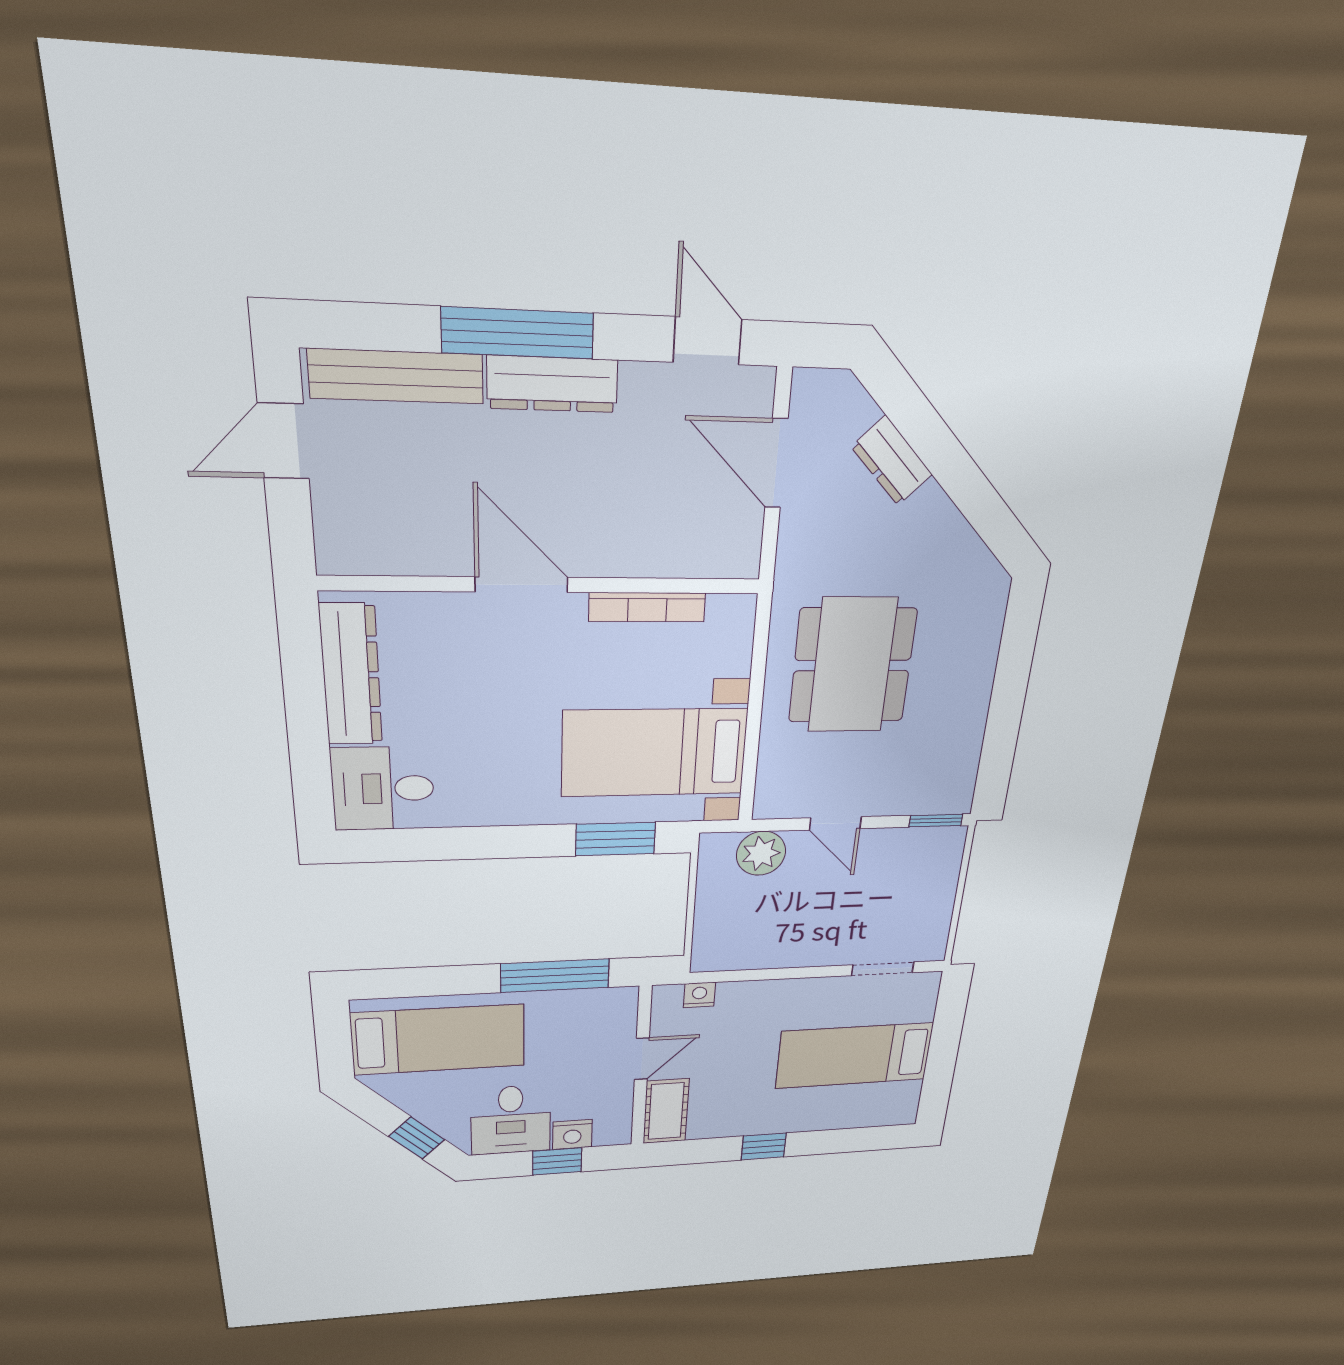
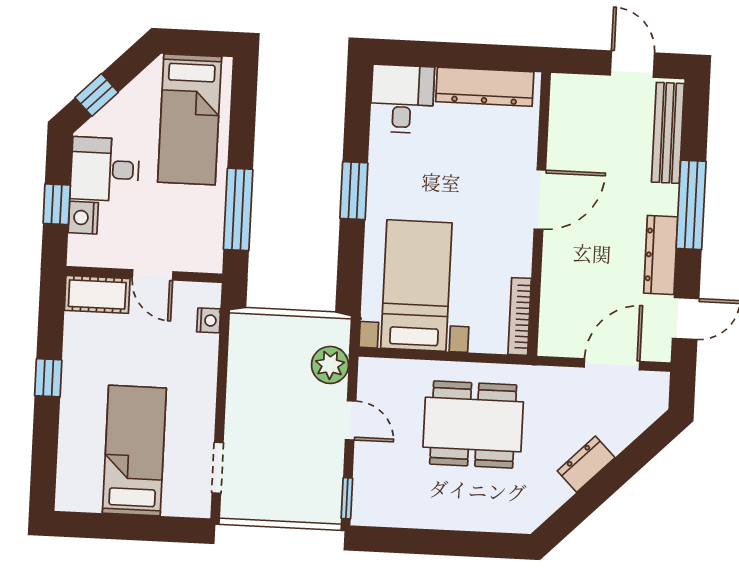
dresser: (552, 384) -> (661, 255), moved
dresser: (892, 461) -> (586, 464), moved
bookcase: (647, 607) -> (520, 316), moved
door: (835, 823) -> (351, 420), swing flipped
window: (615, 839) -> (354, 191), moved

